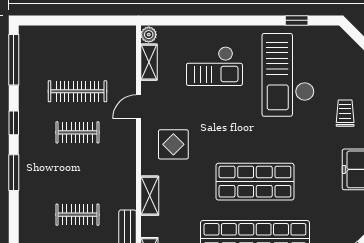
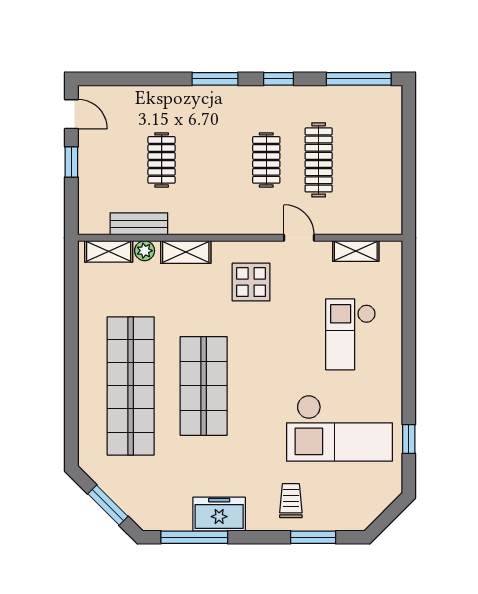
plant: (149, 35) -> (145, 251), moved
checkout: (288, 75) -> (339, 428), turned 180
trolley: (345, 113) -> (291, 501), turned -90

